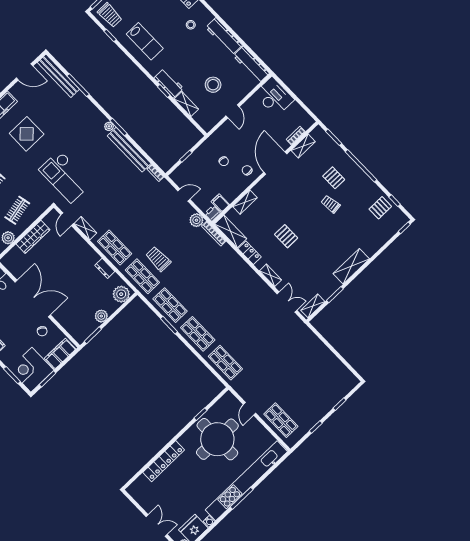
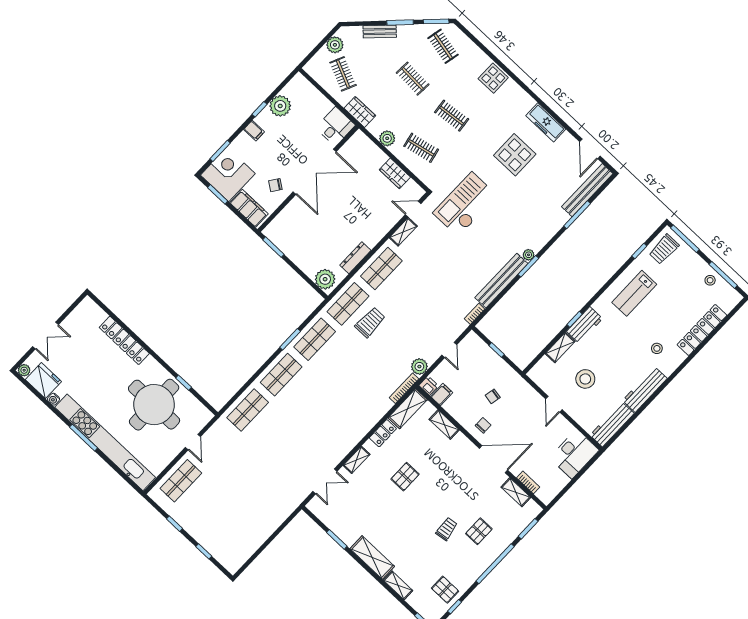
door: (233, 111) -> (554, 404), hinge flipped
wardrobe: (33, 237) -> (395, 173), width x0.67
dresser: (105, 268) -> (355, 258), width x1.44
shelving: (313, 306) -> (398, 585), moved
plant: (101, 316) -> (297, 256), removed
door: (250, 409) -> (193, 442), swing flipped

